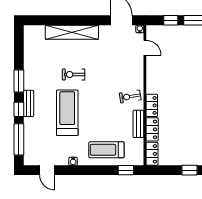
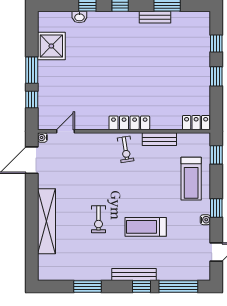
window: (19, 81) -> (88, 287), moved
bench: (29, 103) -> (134, 274), width x1.36
locker: (152, 105) -> (129, 123), width x1.53
treadmill: (67, 113) -> (146, 227), width x0.73, depth x0.73
locker: (152, 129) -> (166, 122), removed
window: (83, 170) -> (216, 208), added

